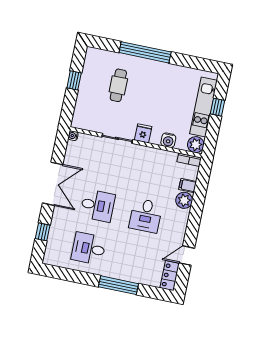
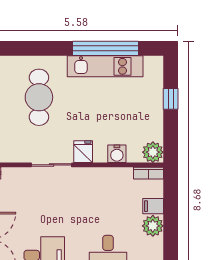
window: (145, 52) -> (105, 48), moved
cafe table: (118, 85) -> (39, 97), width x1.37, depth x1.35
kitchen unit: (203, 107) -> (105, 66), moved, turned -90

